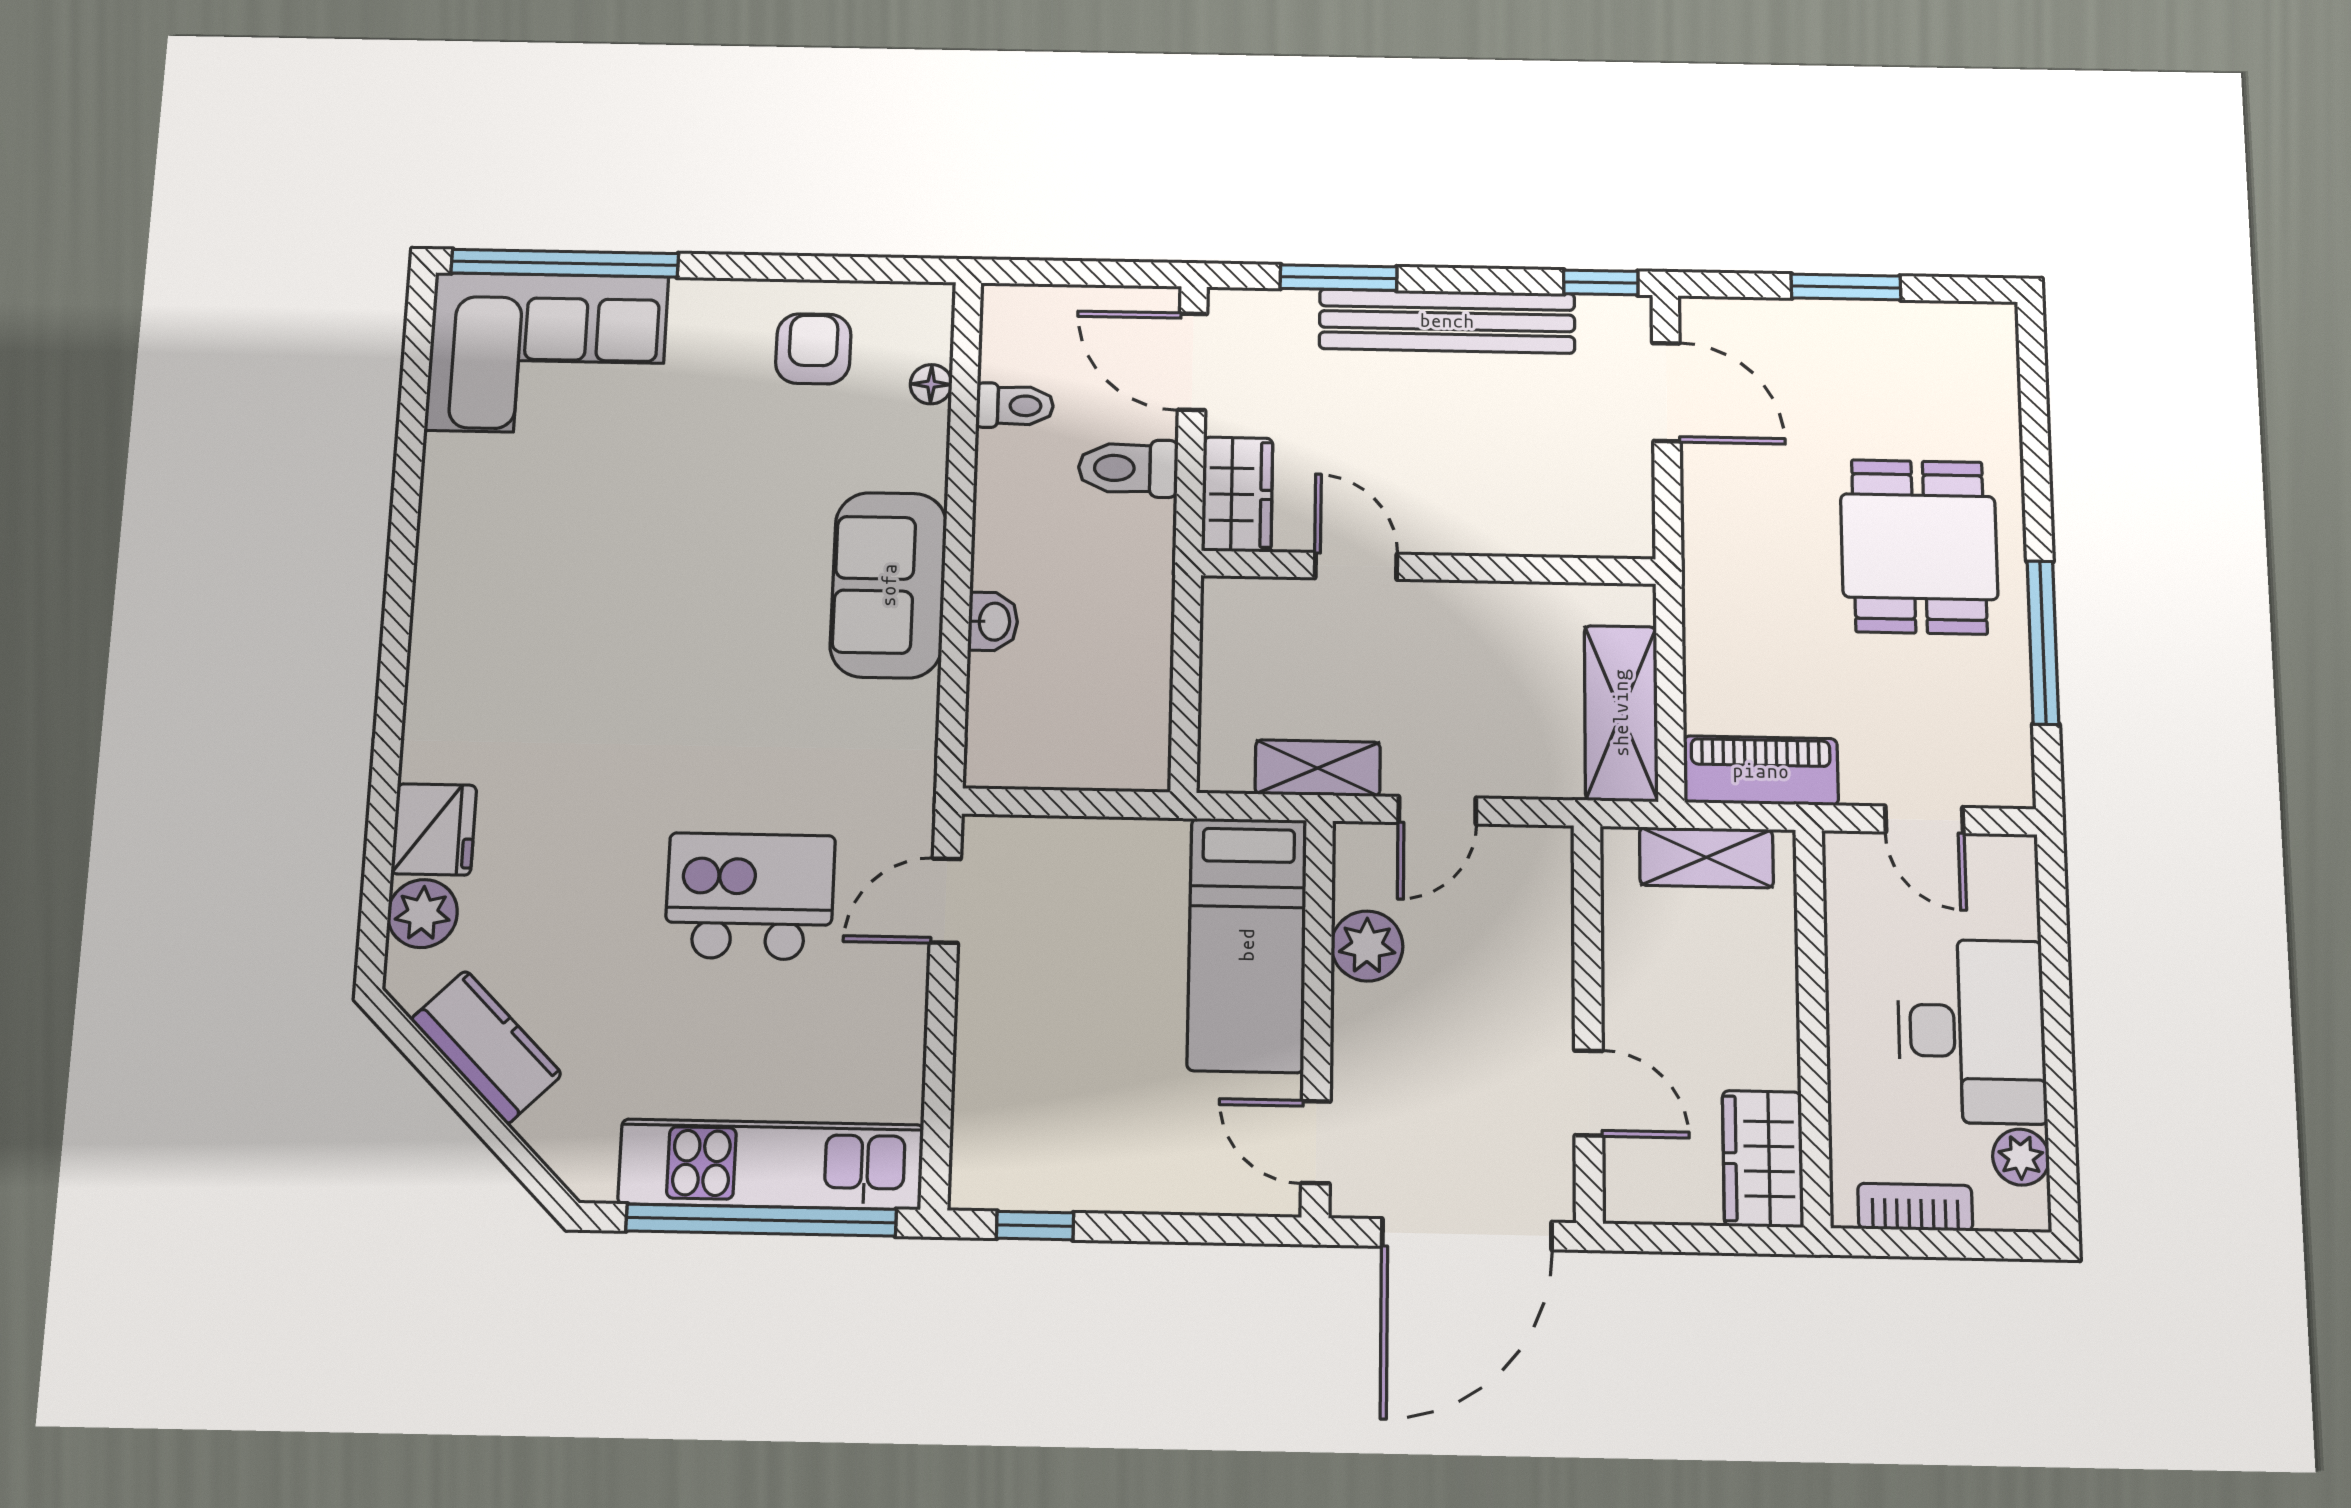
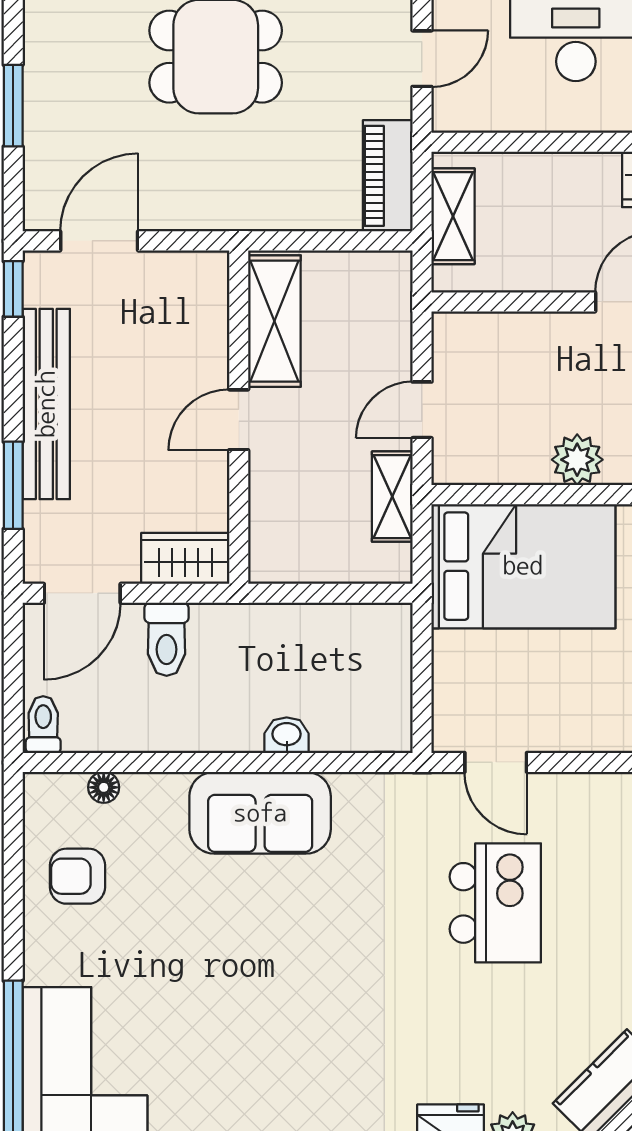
toilet: (1015, 406) -> (43, 725), moved
door: (1356, 566) -> (239, 420), moved
shelving: (1621, 713) -> (274, 321), moved, turned 90
door: (1437, 810) -> (422, 410), swing flipped
kitchen island: (750, 896) -> (495, 903), turned 180
bed: (1247, 945) -> (523, 566), width x1.50
plant: (1367, 946) -> (577, 460), moved

